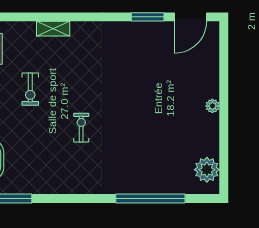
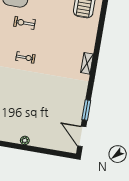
shelving: (53, 29) -> (87, 63), moved
exercise bike: (30, 89) -> (24, 23), moved

